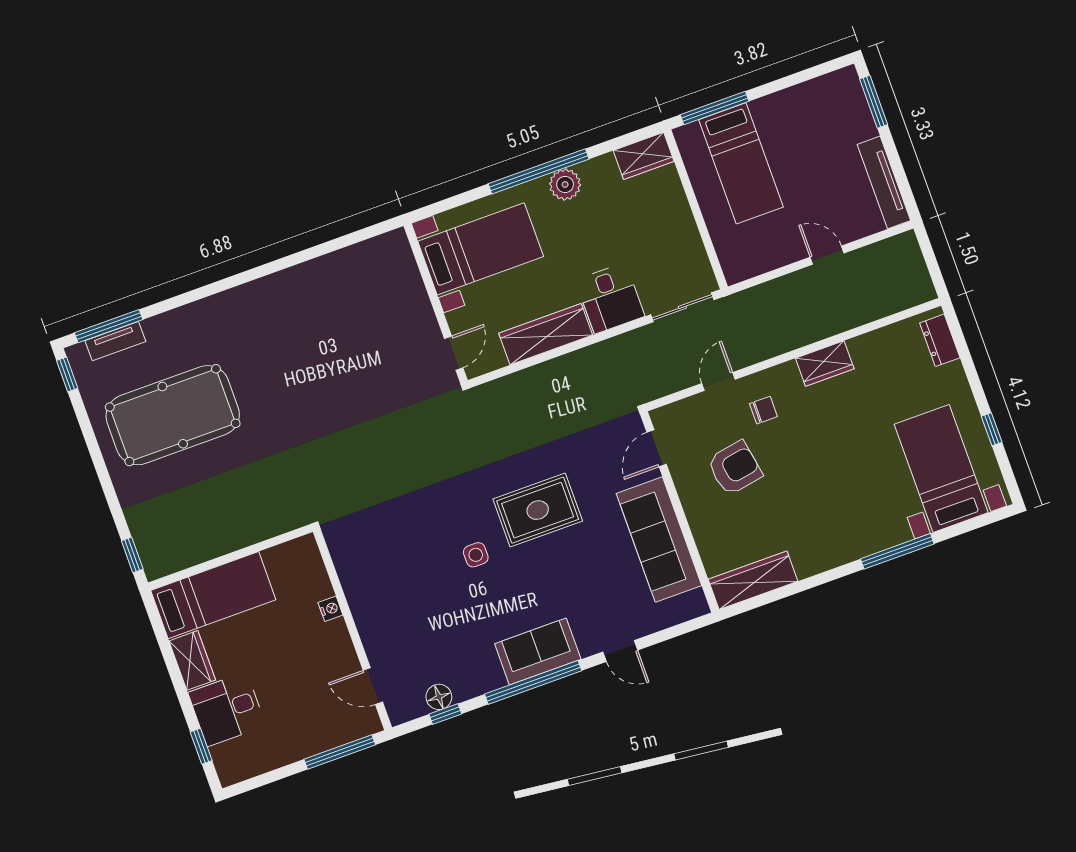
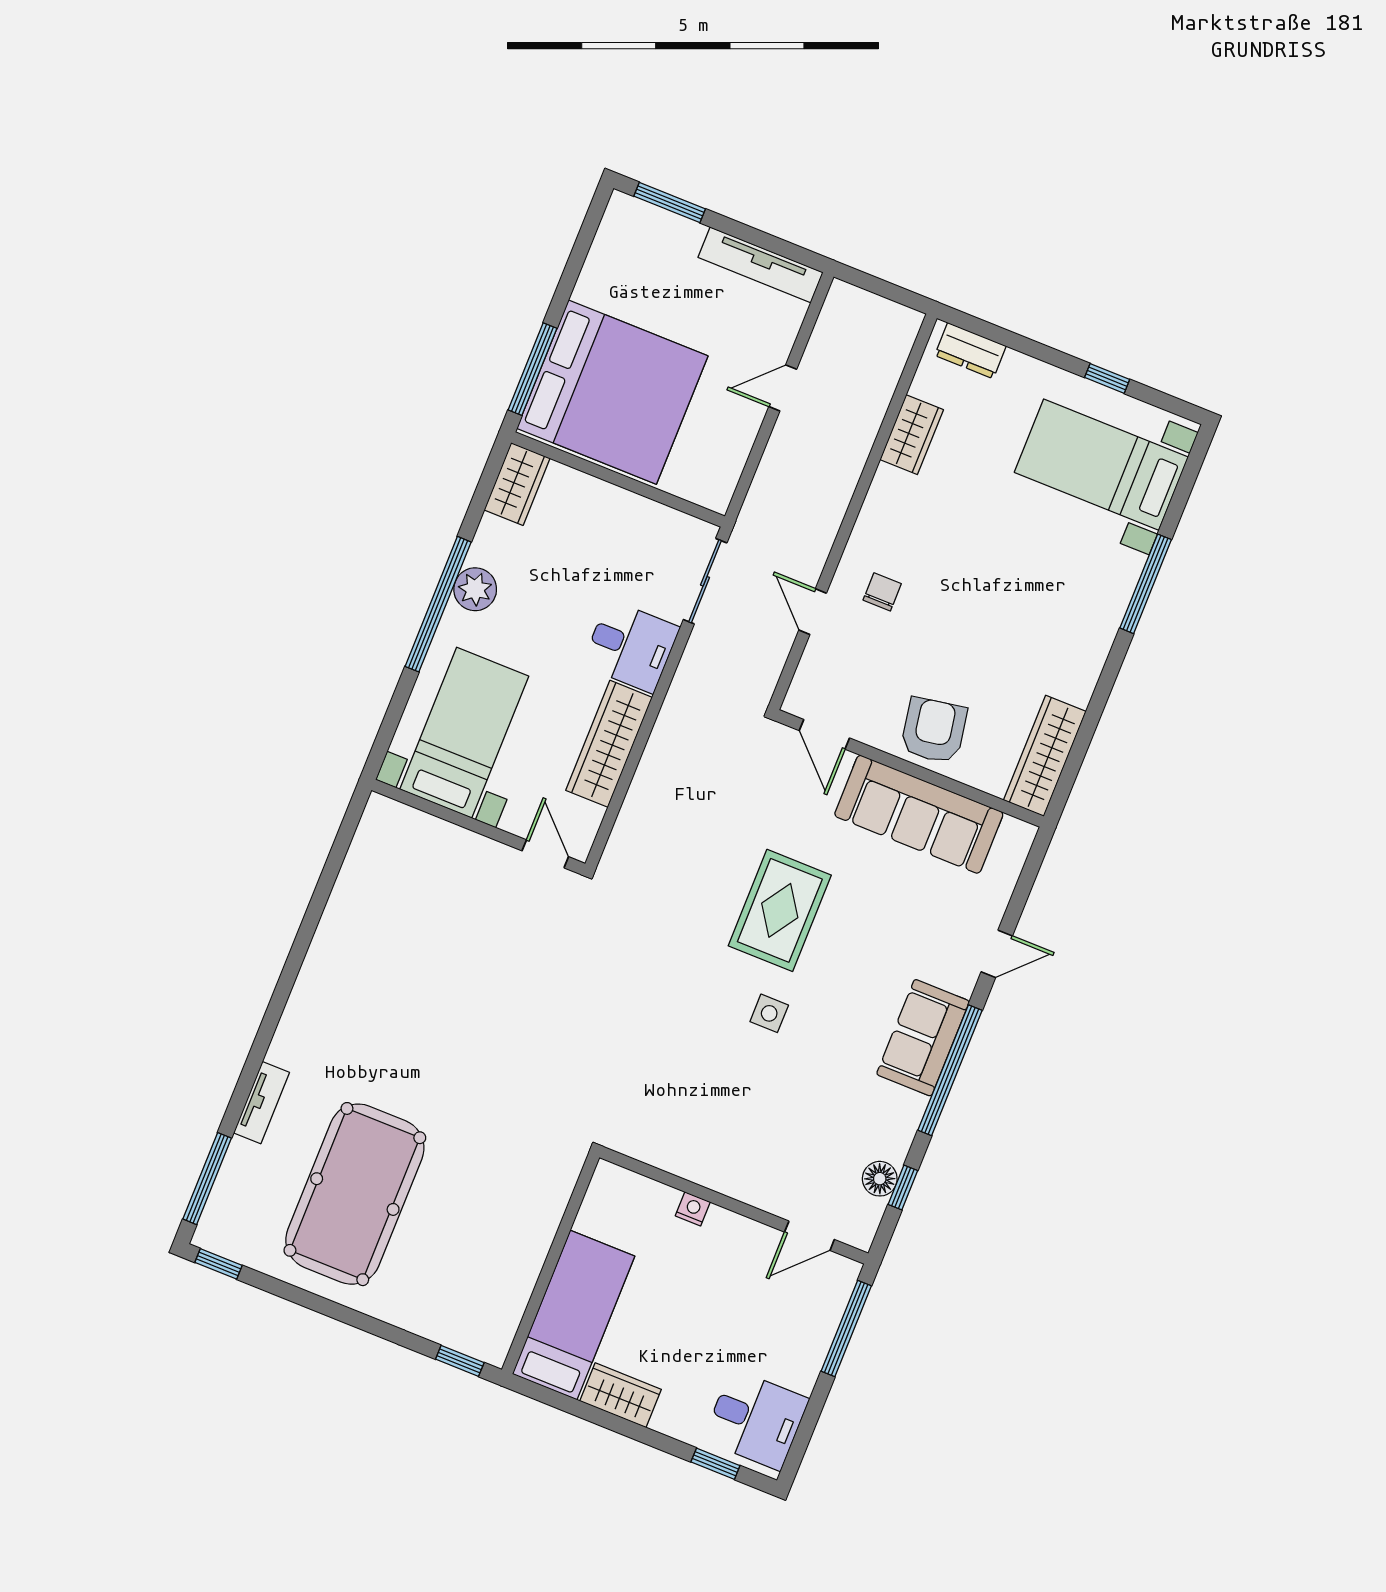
bed: (741, 163) -> (612, 392), width x2.04
tv unit: (115, 341) -> (262, 1103), moved
wardrobe: (825, 364) -> (912, 435), moved
armchair: (735, 468) -> (934, 730), moved
desk: (227, 709) -> (756, 1419), moved, turned -90

